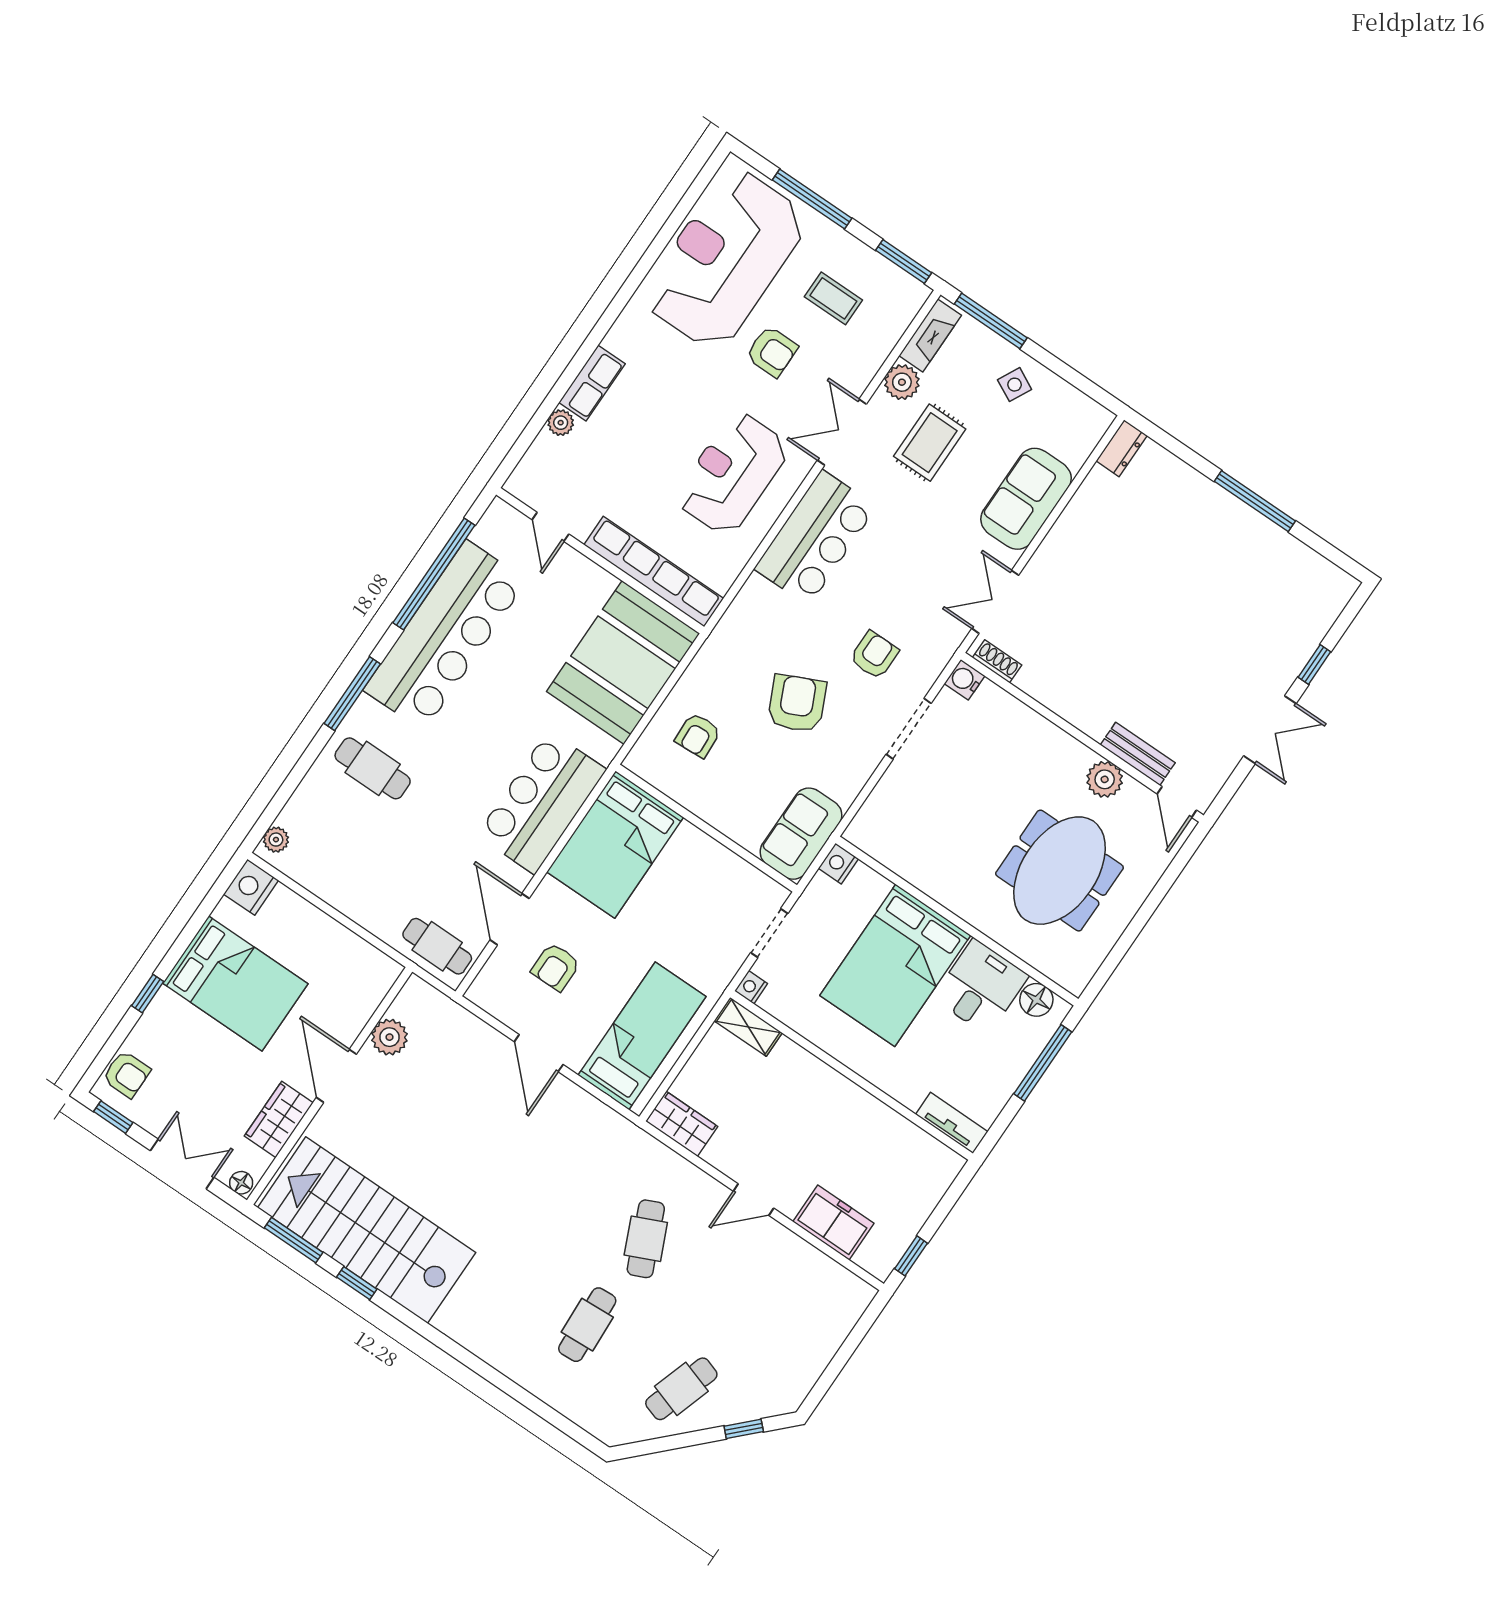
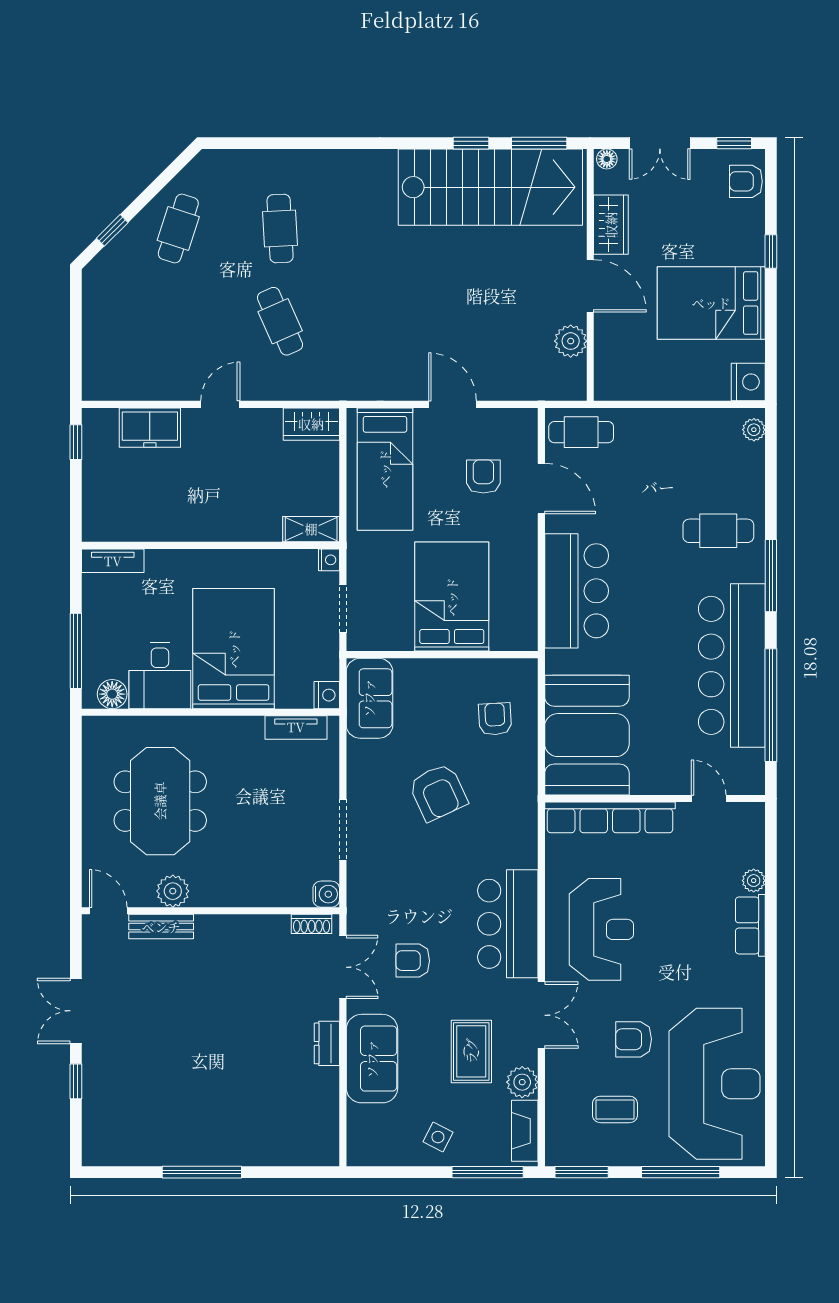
dresser: (1122, 448) -> (327, 1043), moved
armchair: (874, 655) -> (413, 961), moved, turned 90
bed: (615, 845) -> (452, 597), moved
tv unit: (887, 853) -> (296, 727), added

